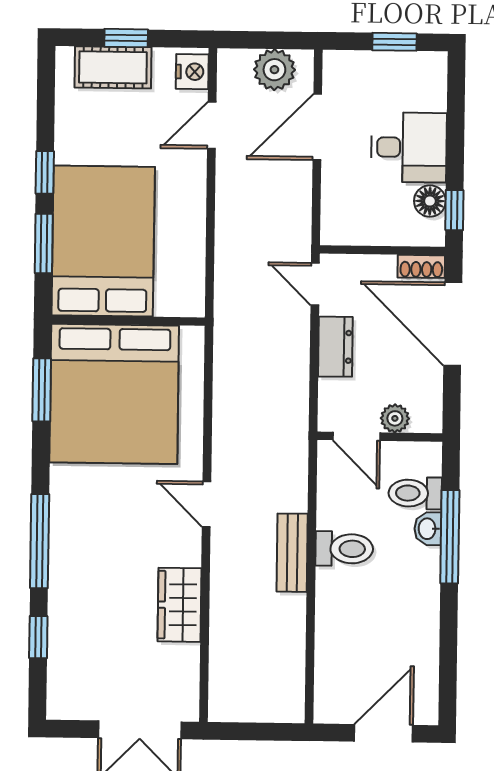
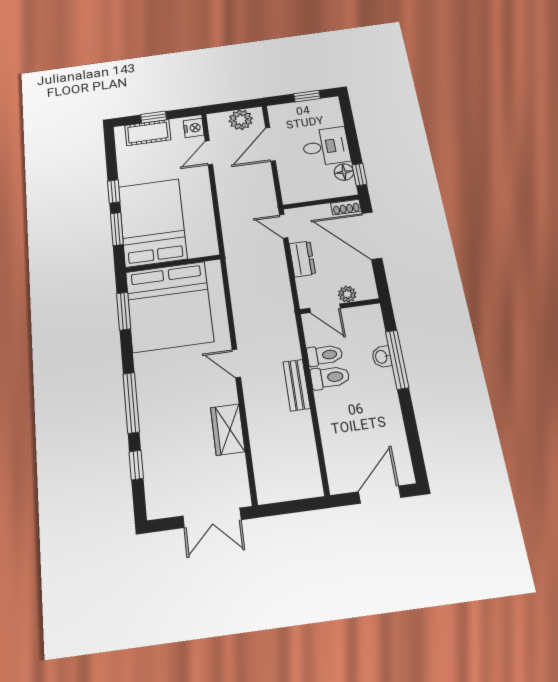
toilet: (415, 493) -> (325, 355), moved, turned 180

